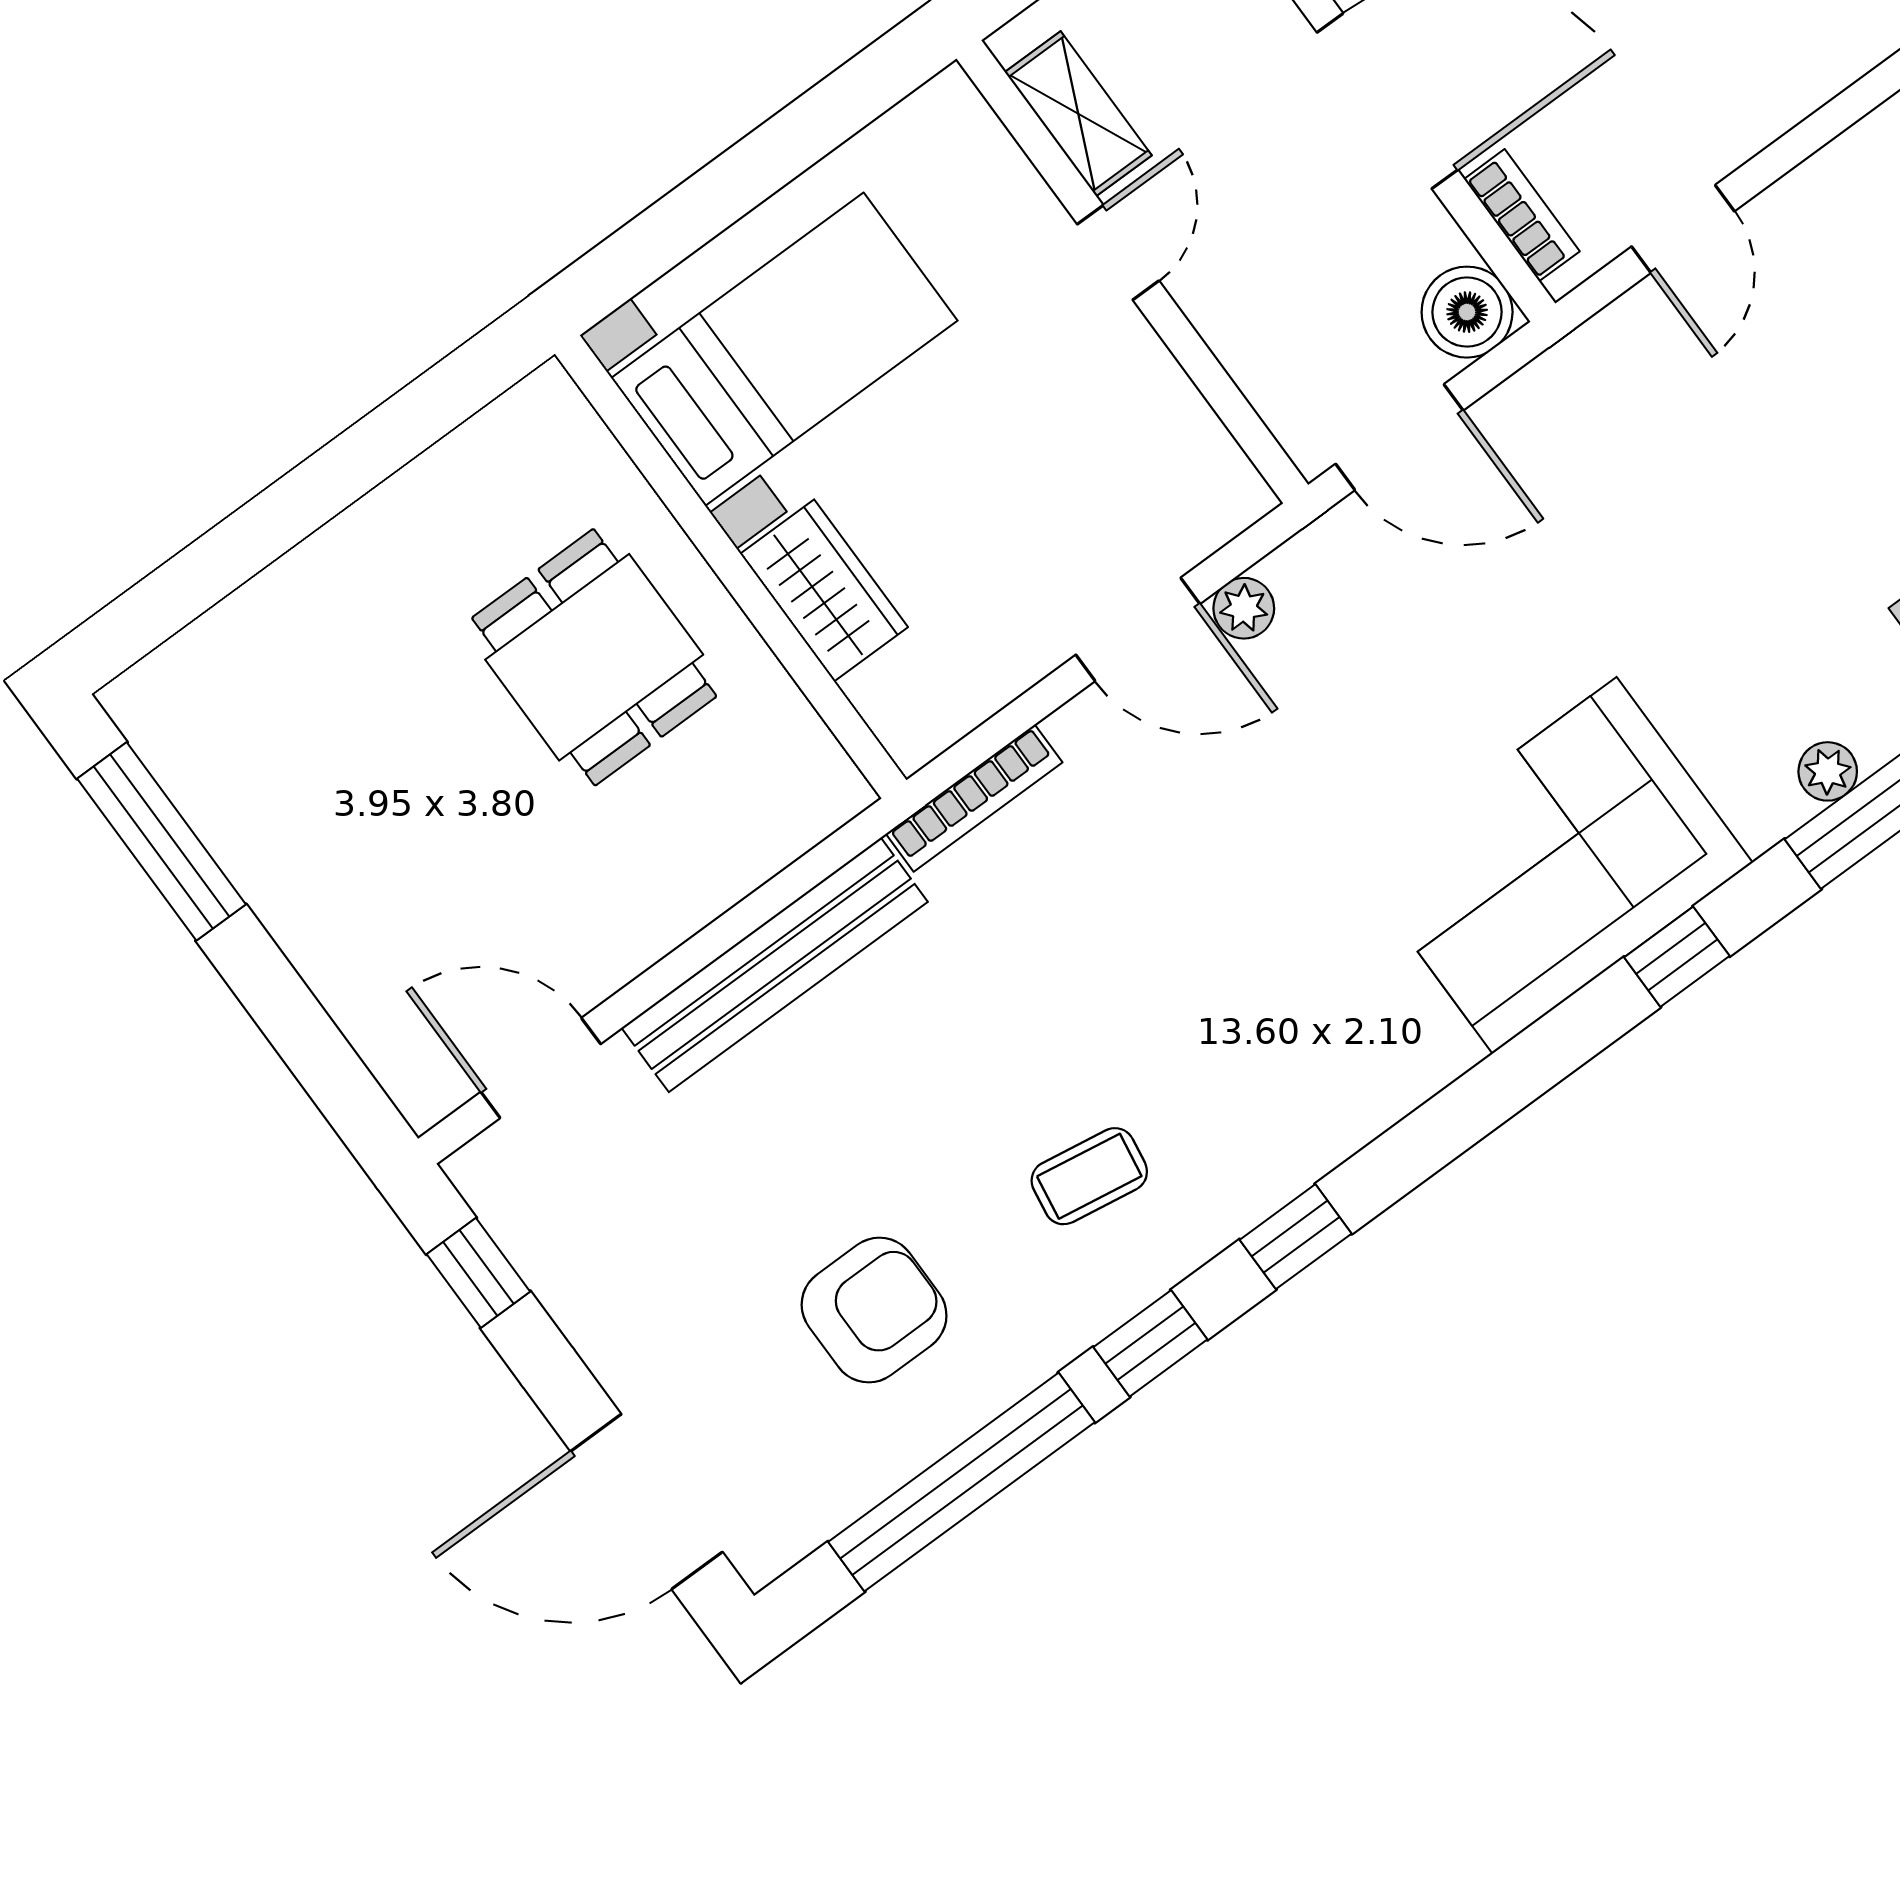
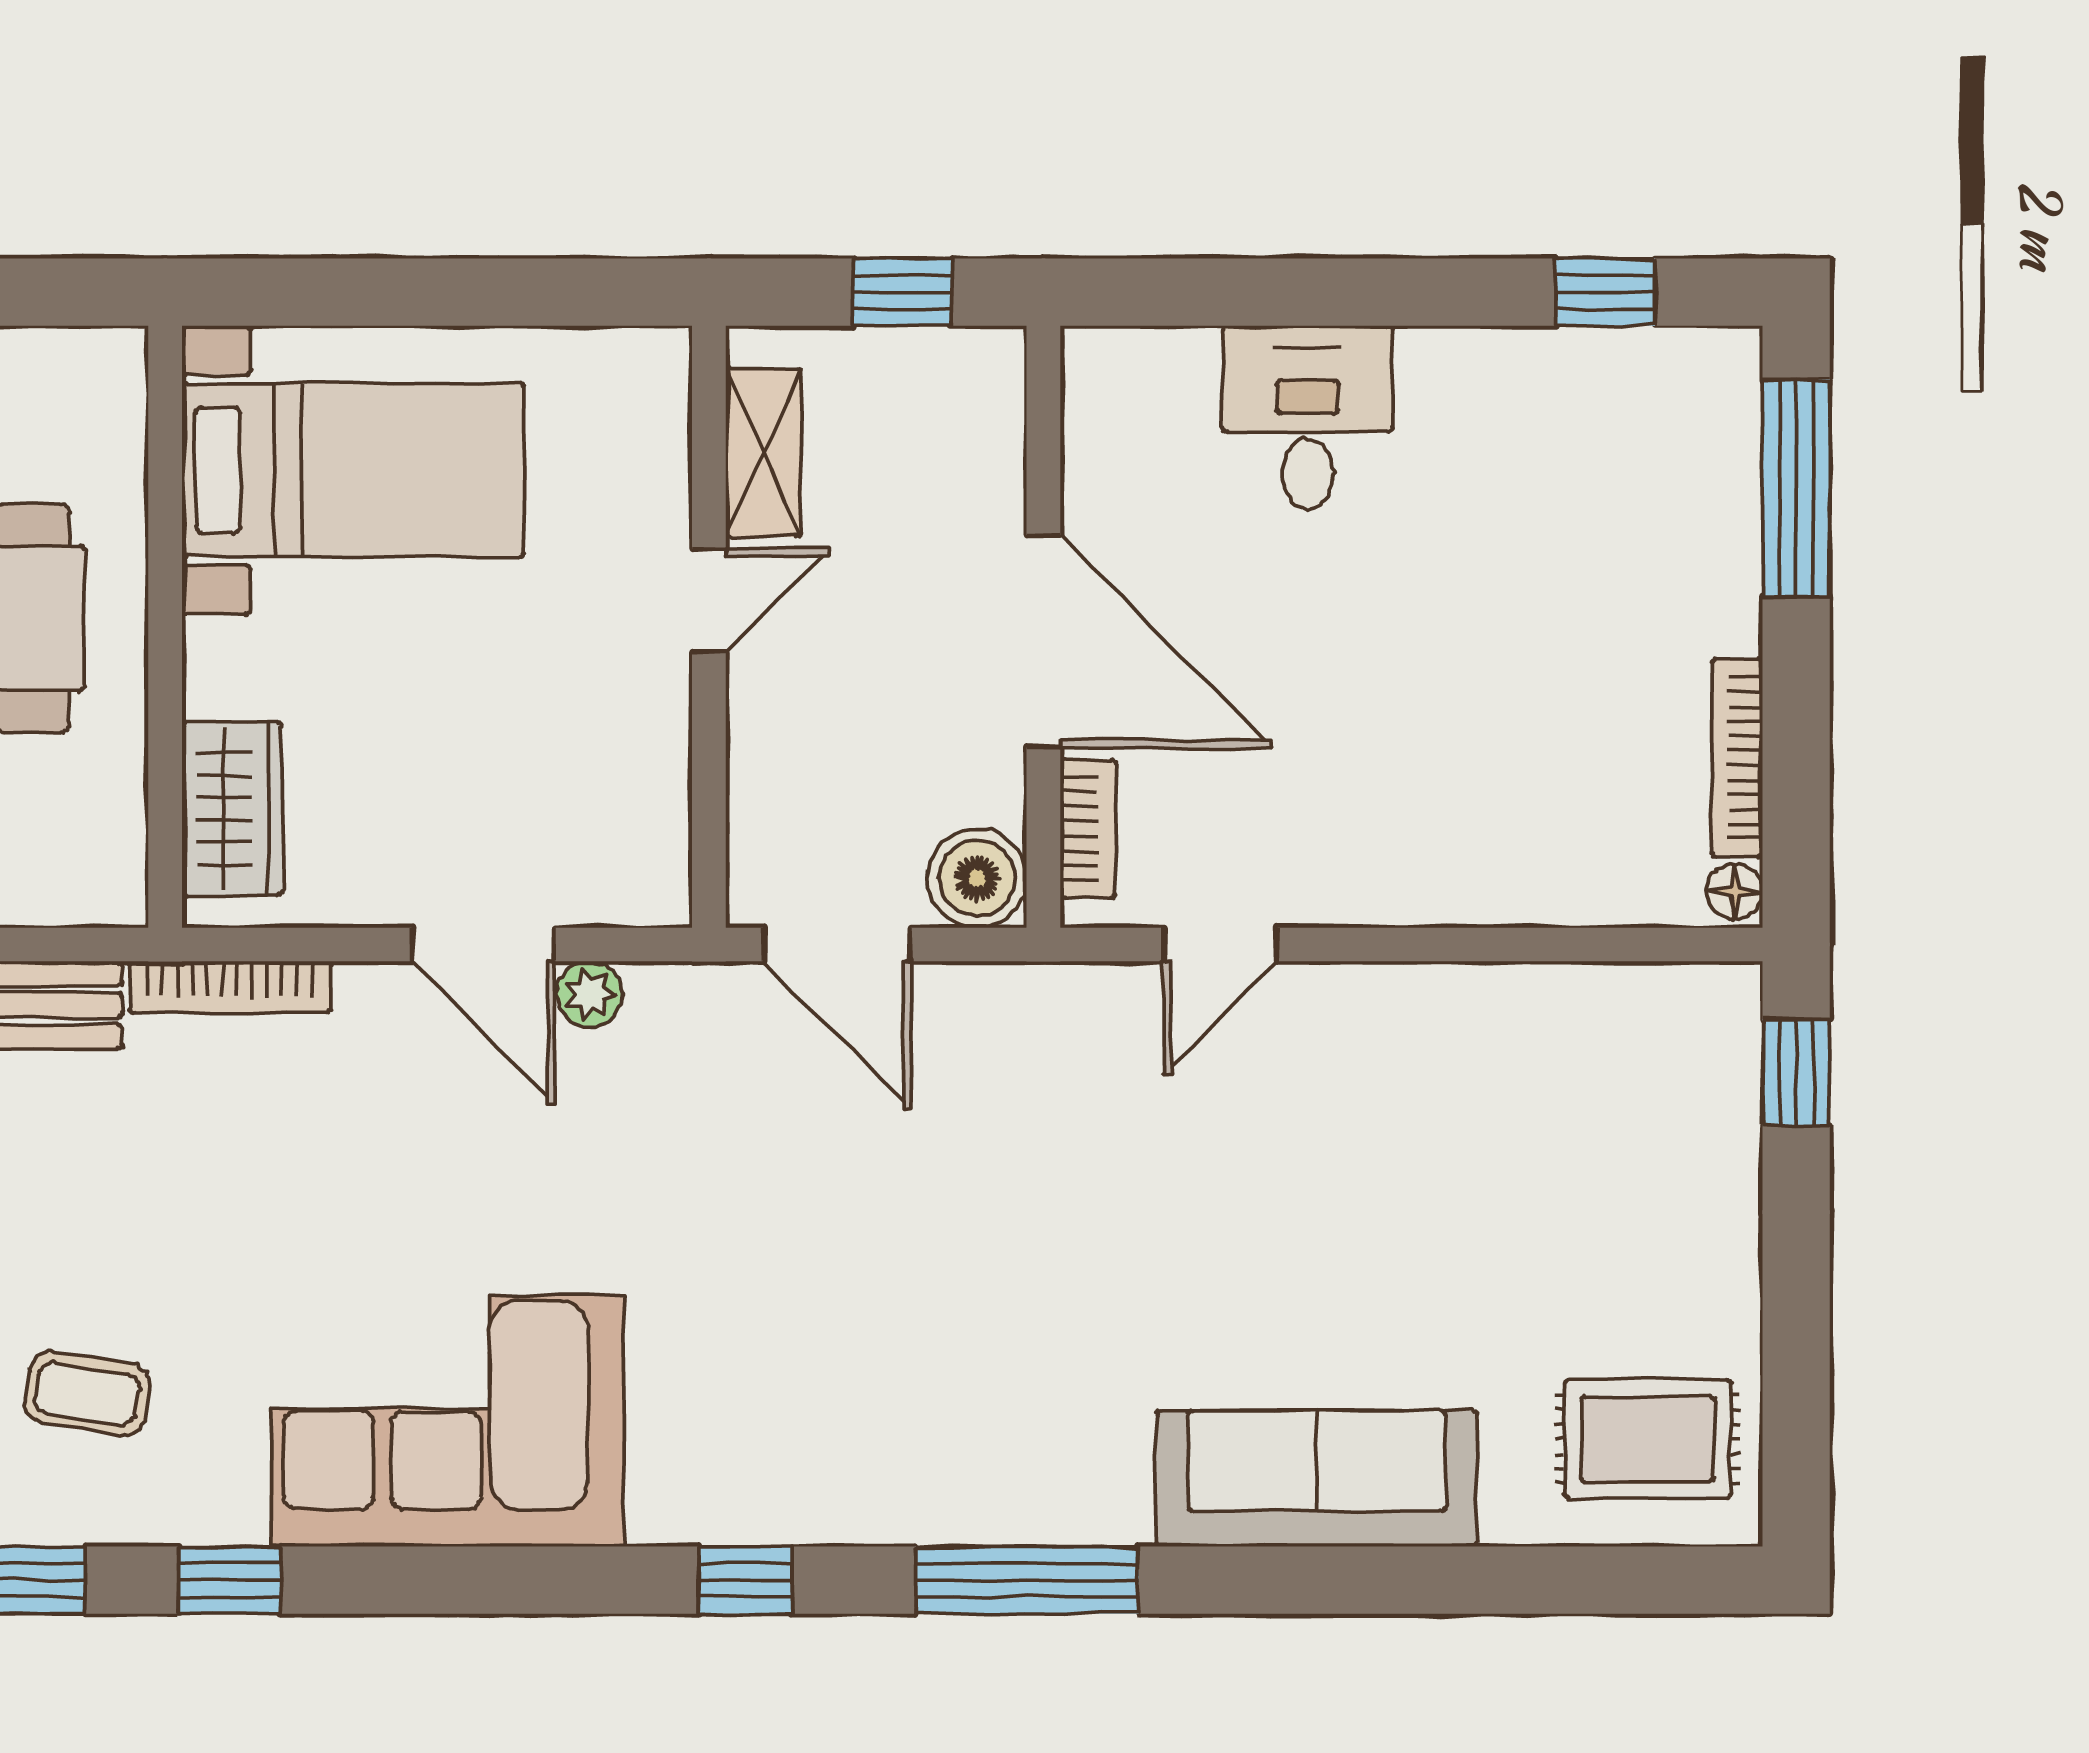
wardrobe: (824, 591) -> (232, 809), moved
plant: (1828, 771) -> (998, 1515), removed
corner sofa: (1555, 865) -> (448, 1421), moved

